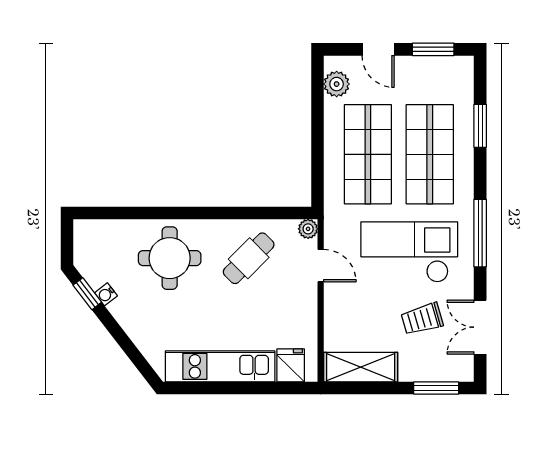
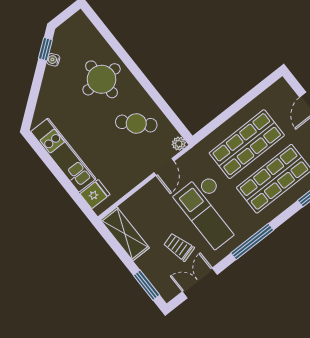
plant: (337, 84) -> (272, 96), removed
checkout: (409, 252) -> (210, 210), turned 180

